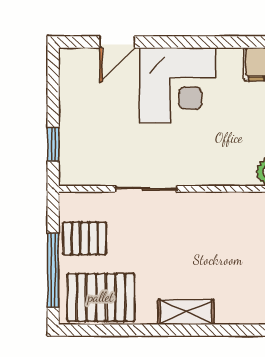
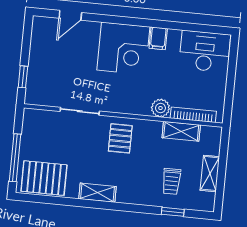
corner desk: (178, 85) -> (123, 48), moved
pallet: (85, 238) -> (120, 138), moved, turned 90

